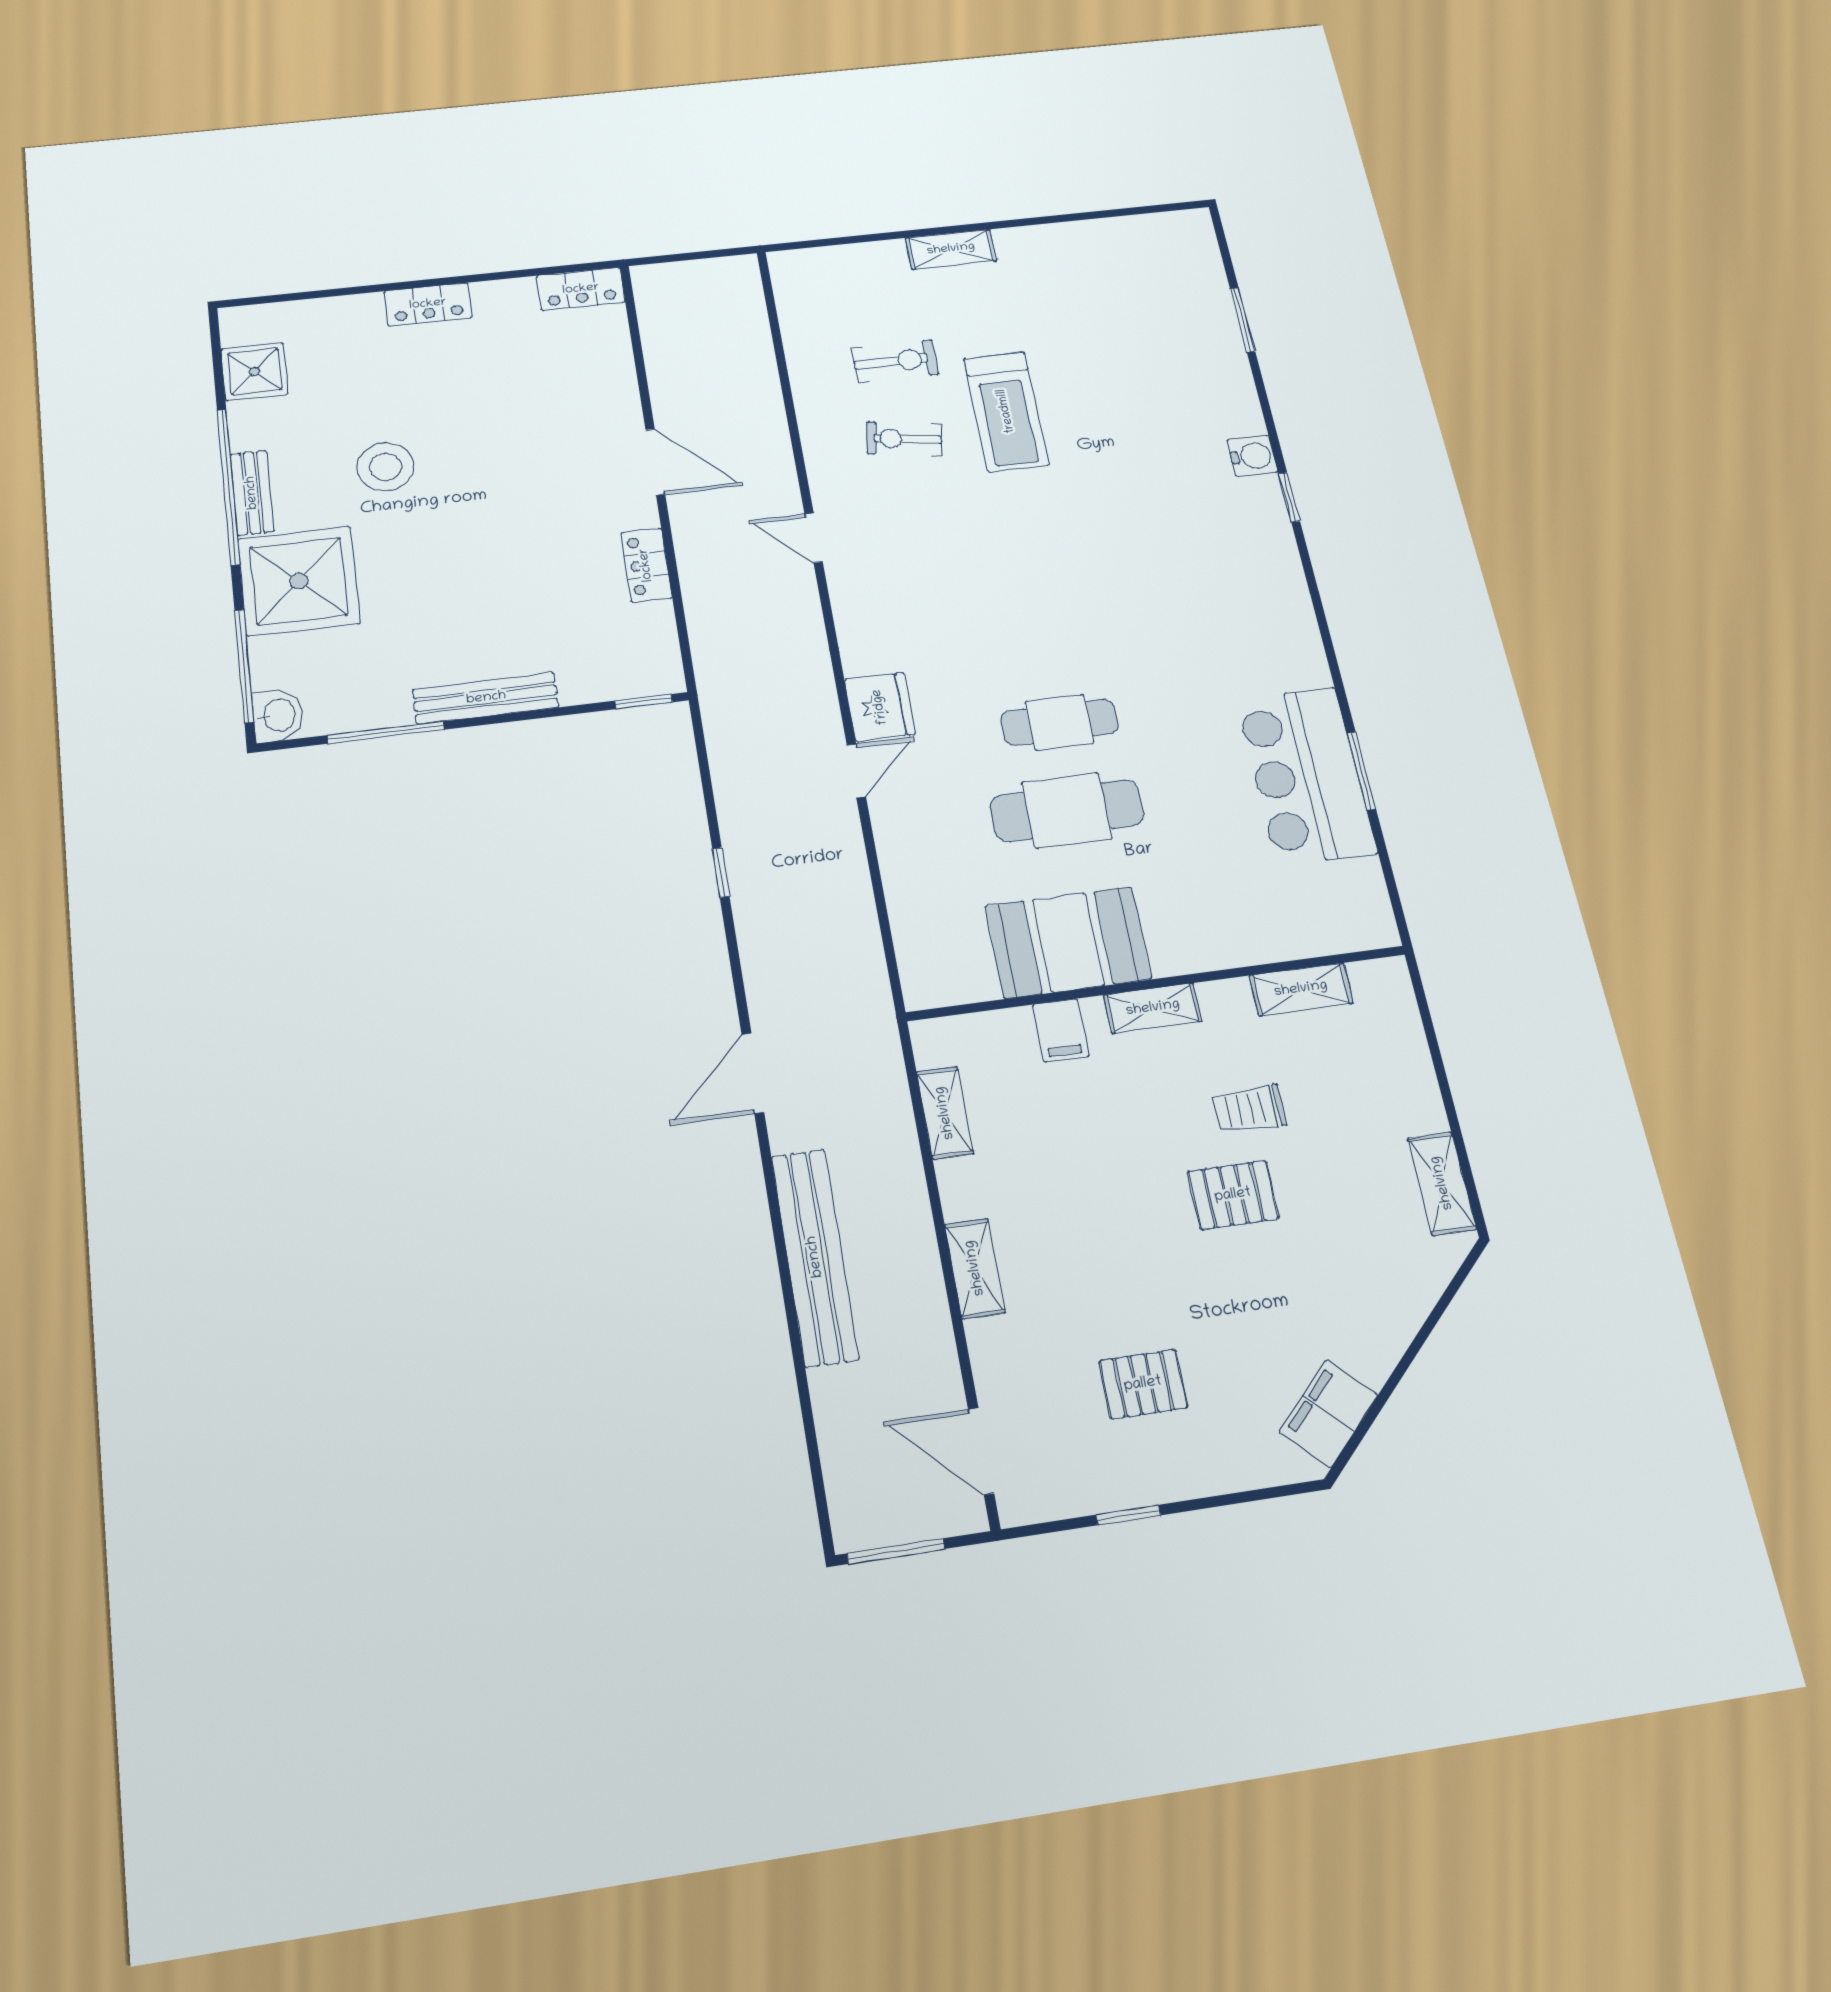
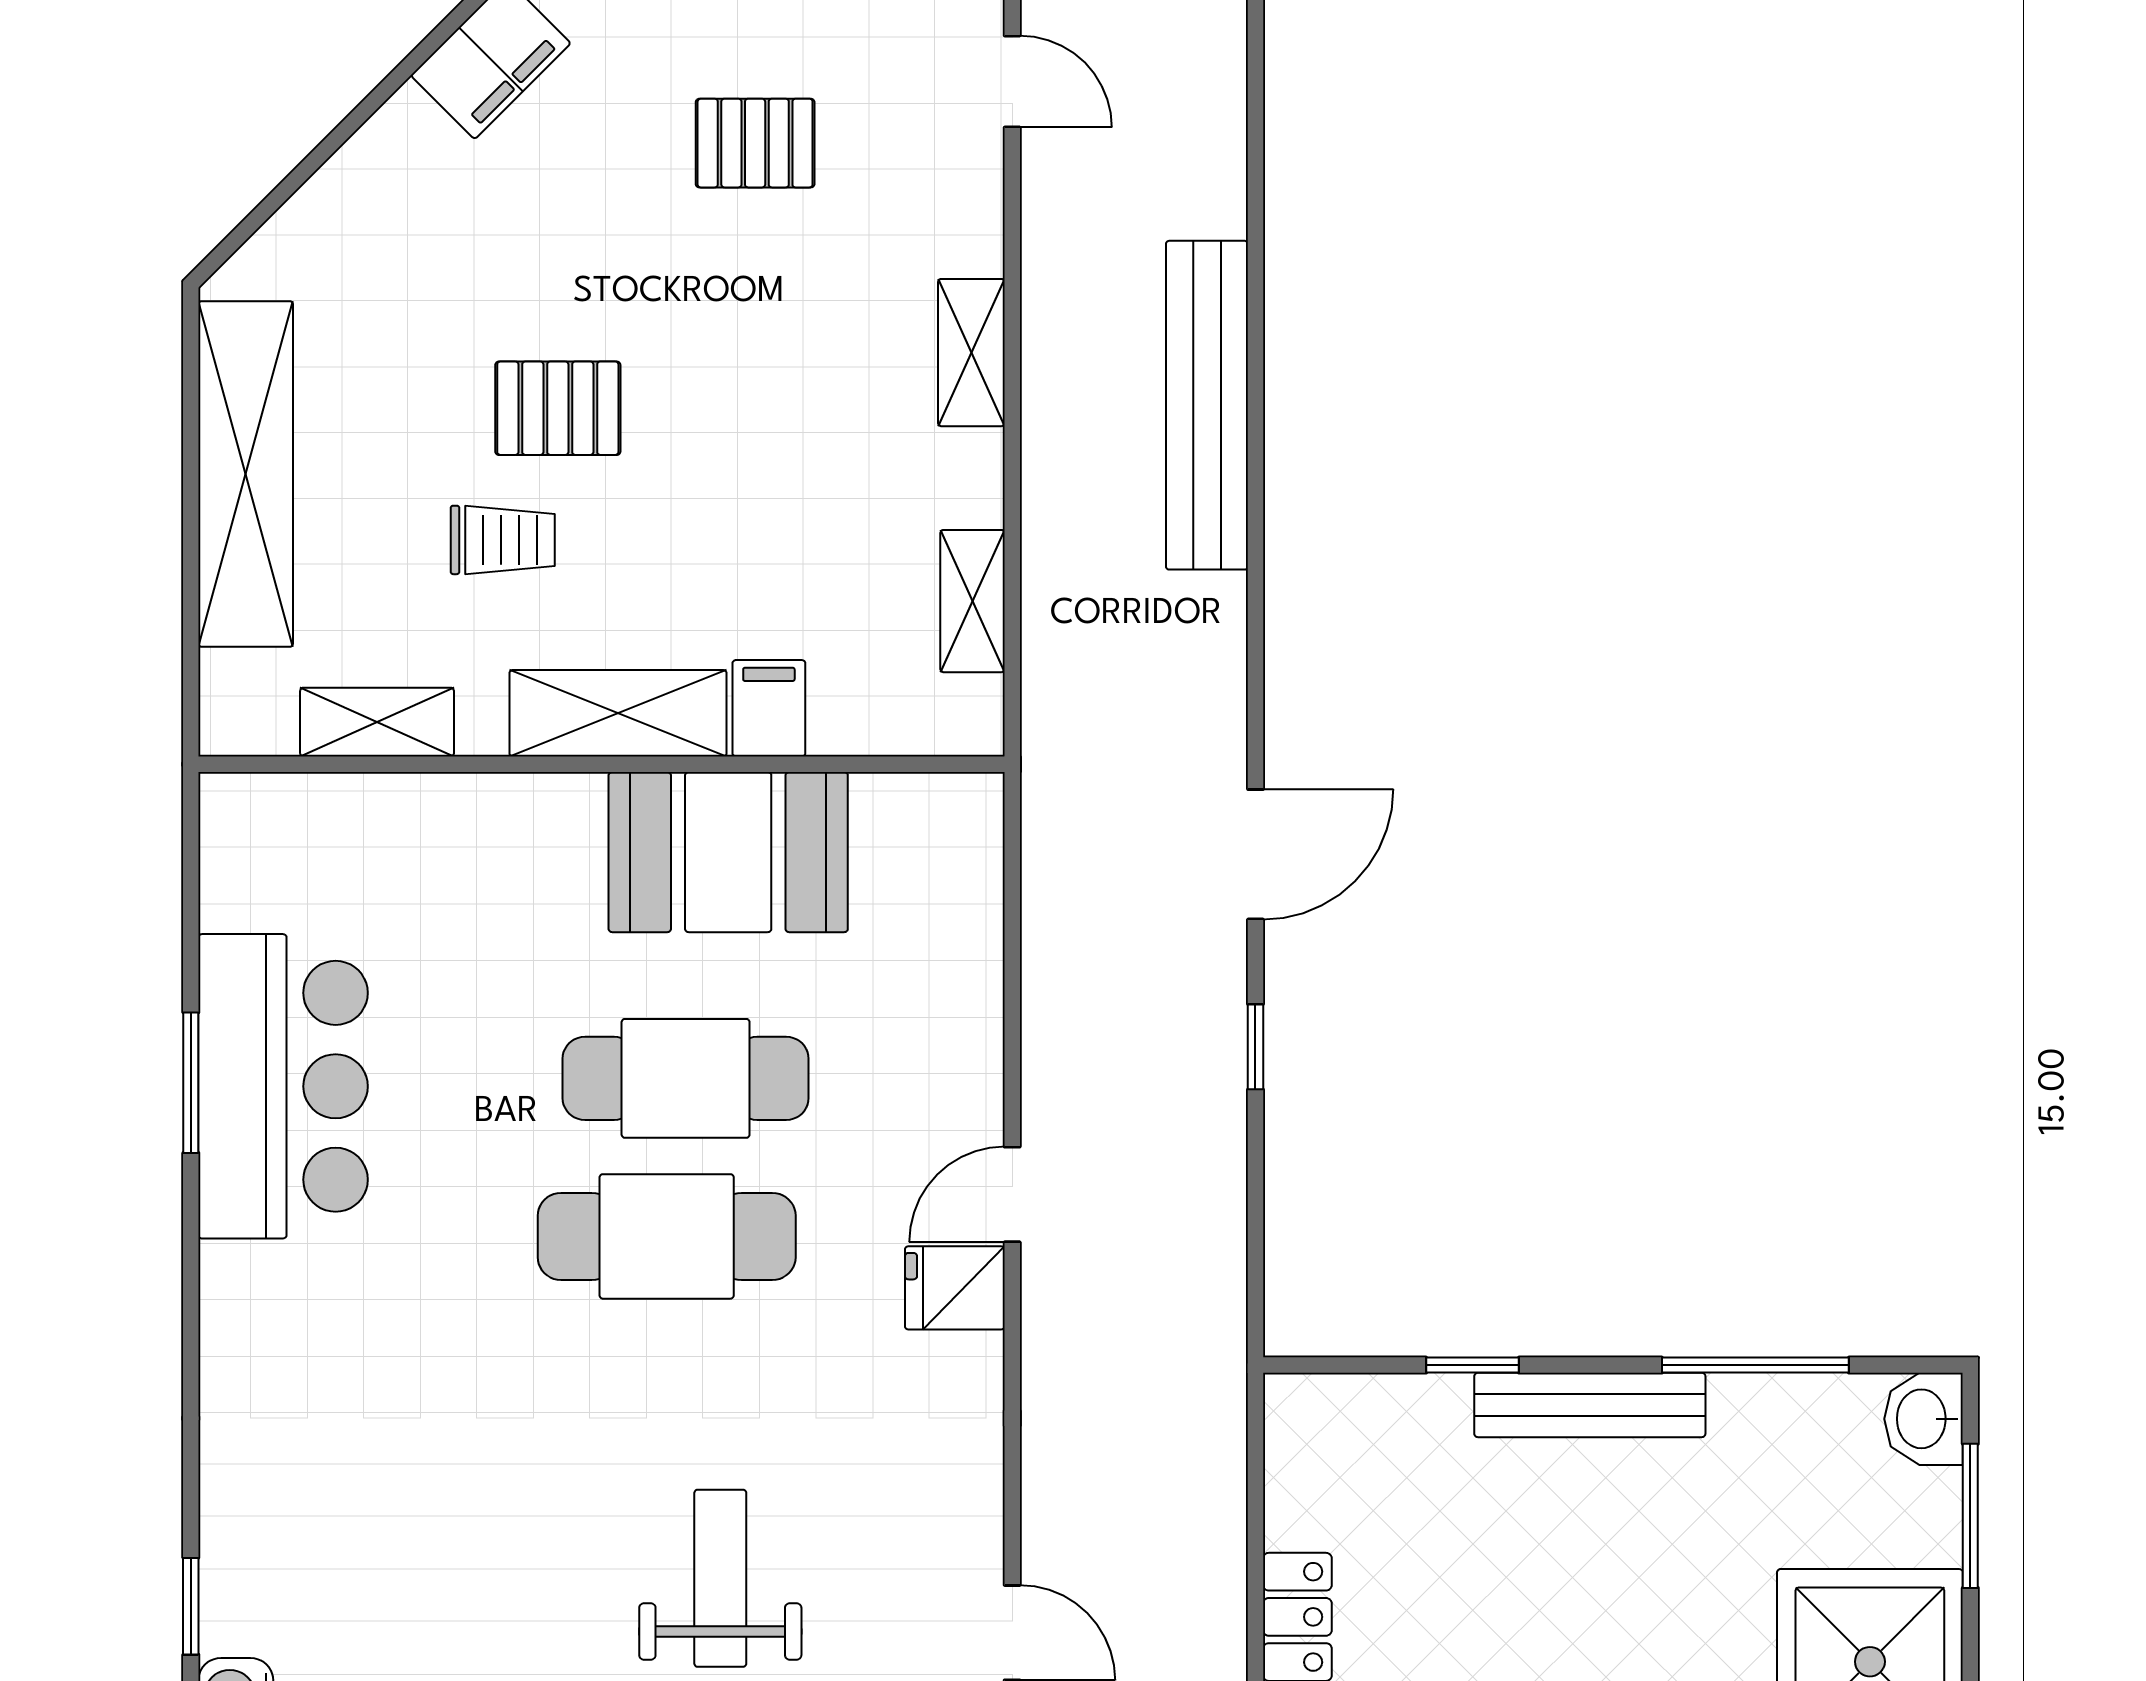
weight bench: (989, 546) -> (720, 1578), added
window: (244, 666) -> (1970, 1516), width x0.69
window: (644, 702) -> (1472, 1365), moved
fridge: (880, 707) -> (955, 1288), width x0.72
cafe table: (1059, 722) -> (667, 1236), width x1.37, depth x1.35
shelving: (1153, 1008) -> (618, 713), width x1.50, depth x1.33
door: (753, 1073) -> (1255, 854), moved
shelving: (1442, 1183) -> (246, 474), width x2.20, depth x1.33
door: (981, 1451) -> (1012, 82), width x0.73

